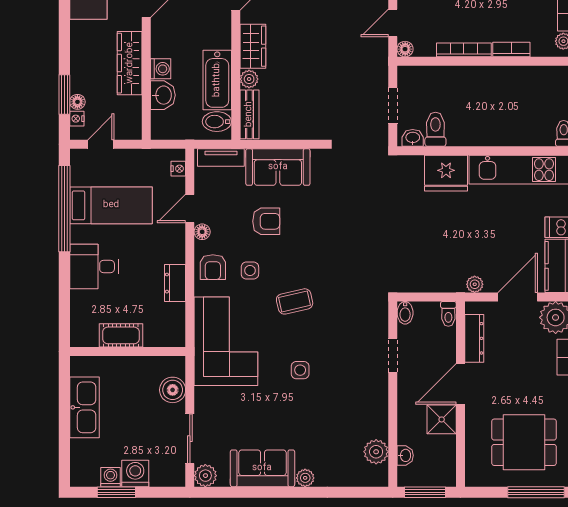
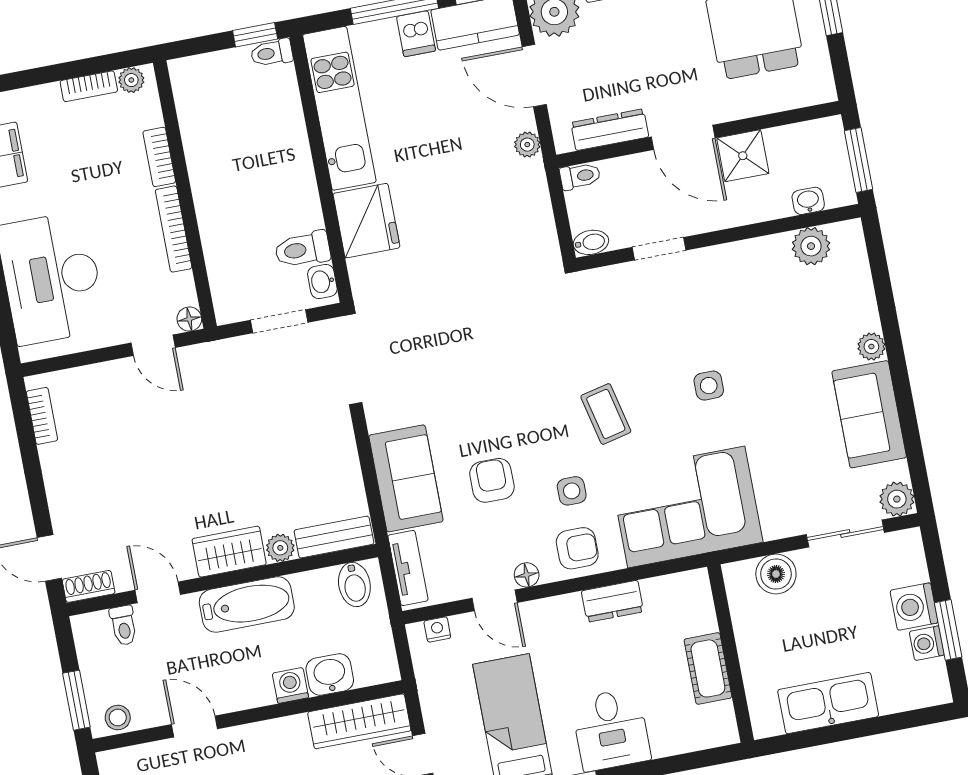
wardrobe: (130, 63) -> (359, 721), moved
bathtub: (217, 80) -> (247, 604), moved

